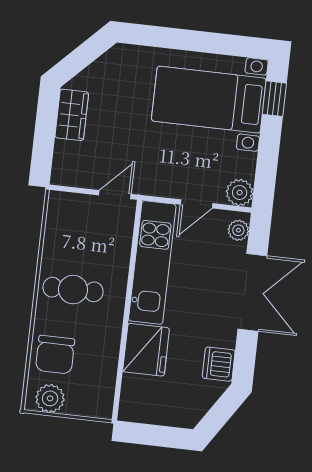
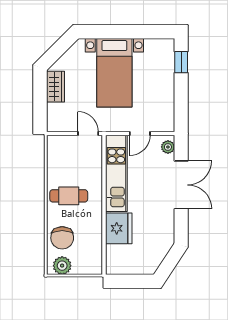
bed with nightstands: (209, 100) -> (114, 73), moved, turned -90
plant: (240, 193) -> (166, 123), removed
door: (115, 195) -> (88, 134), hinge flipped
dishwasher: (219, 364) -> (165, 232), removed

